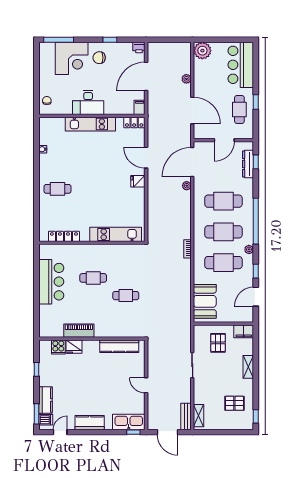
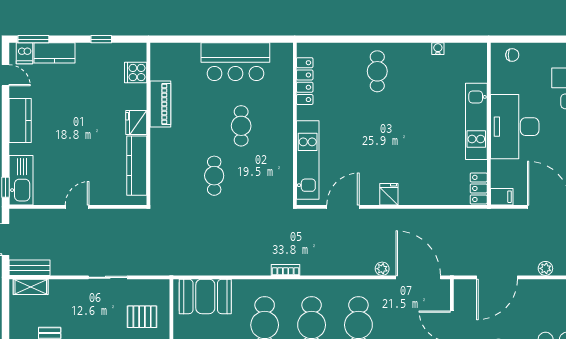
desk: (88, 103) -> (515, 127), width x1.36, depth x1.30
door: (146, 158) -> (343, 207), moved
fridge: (74, 347) -> (136, 122), moved

